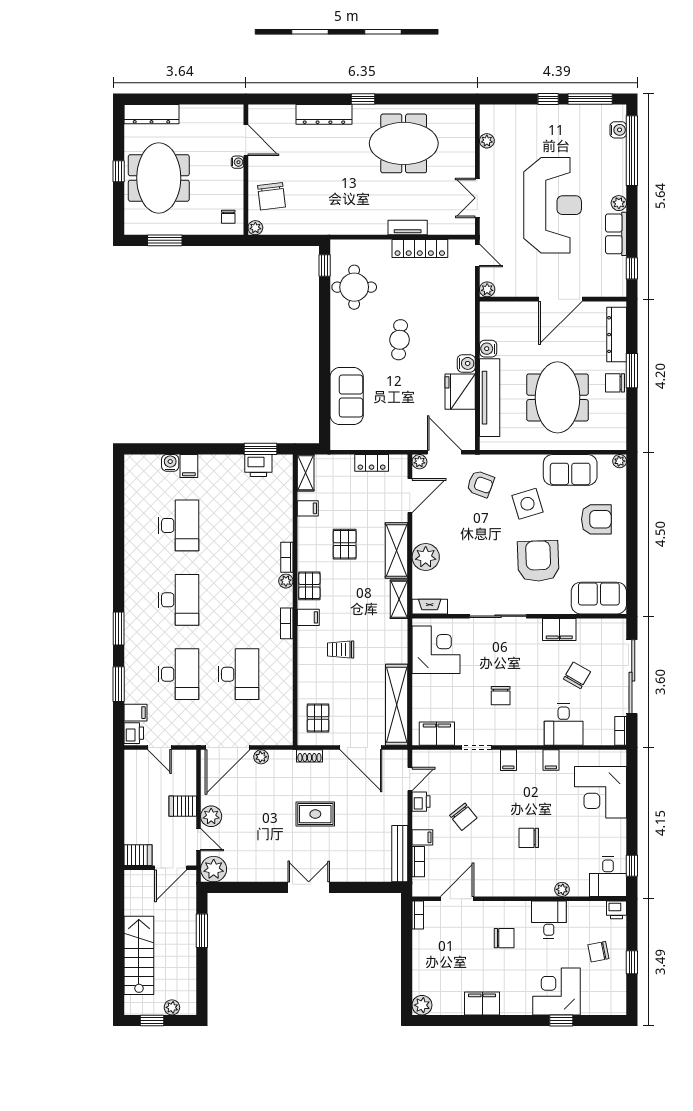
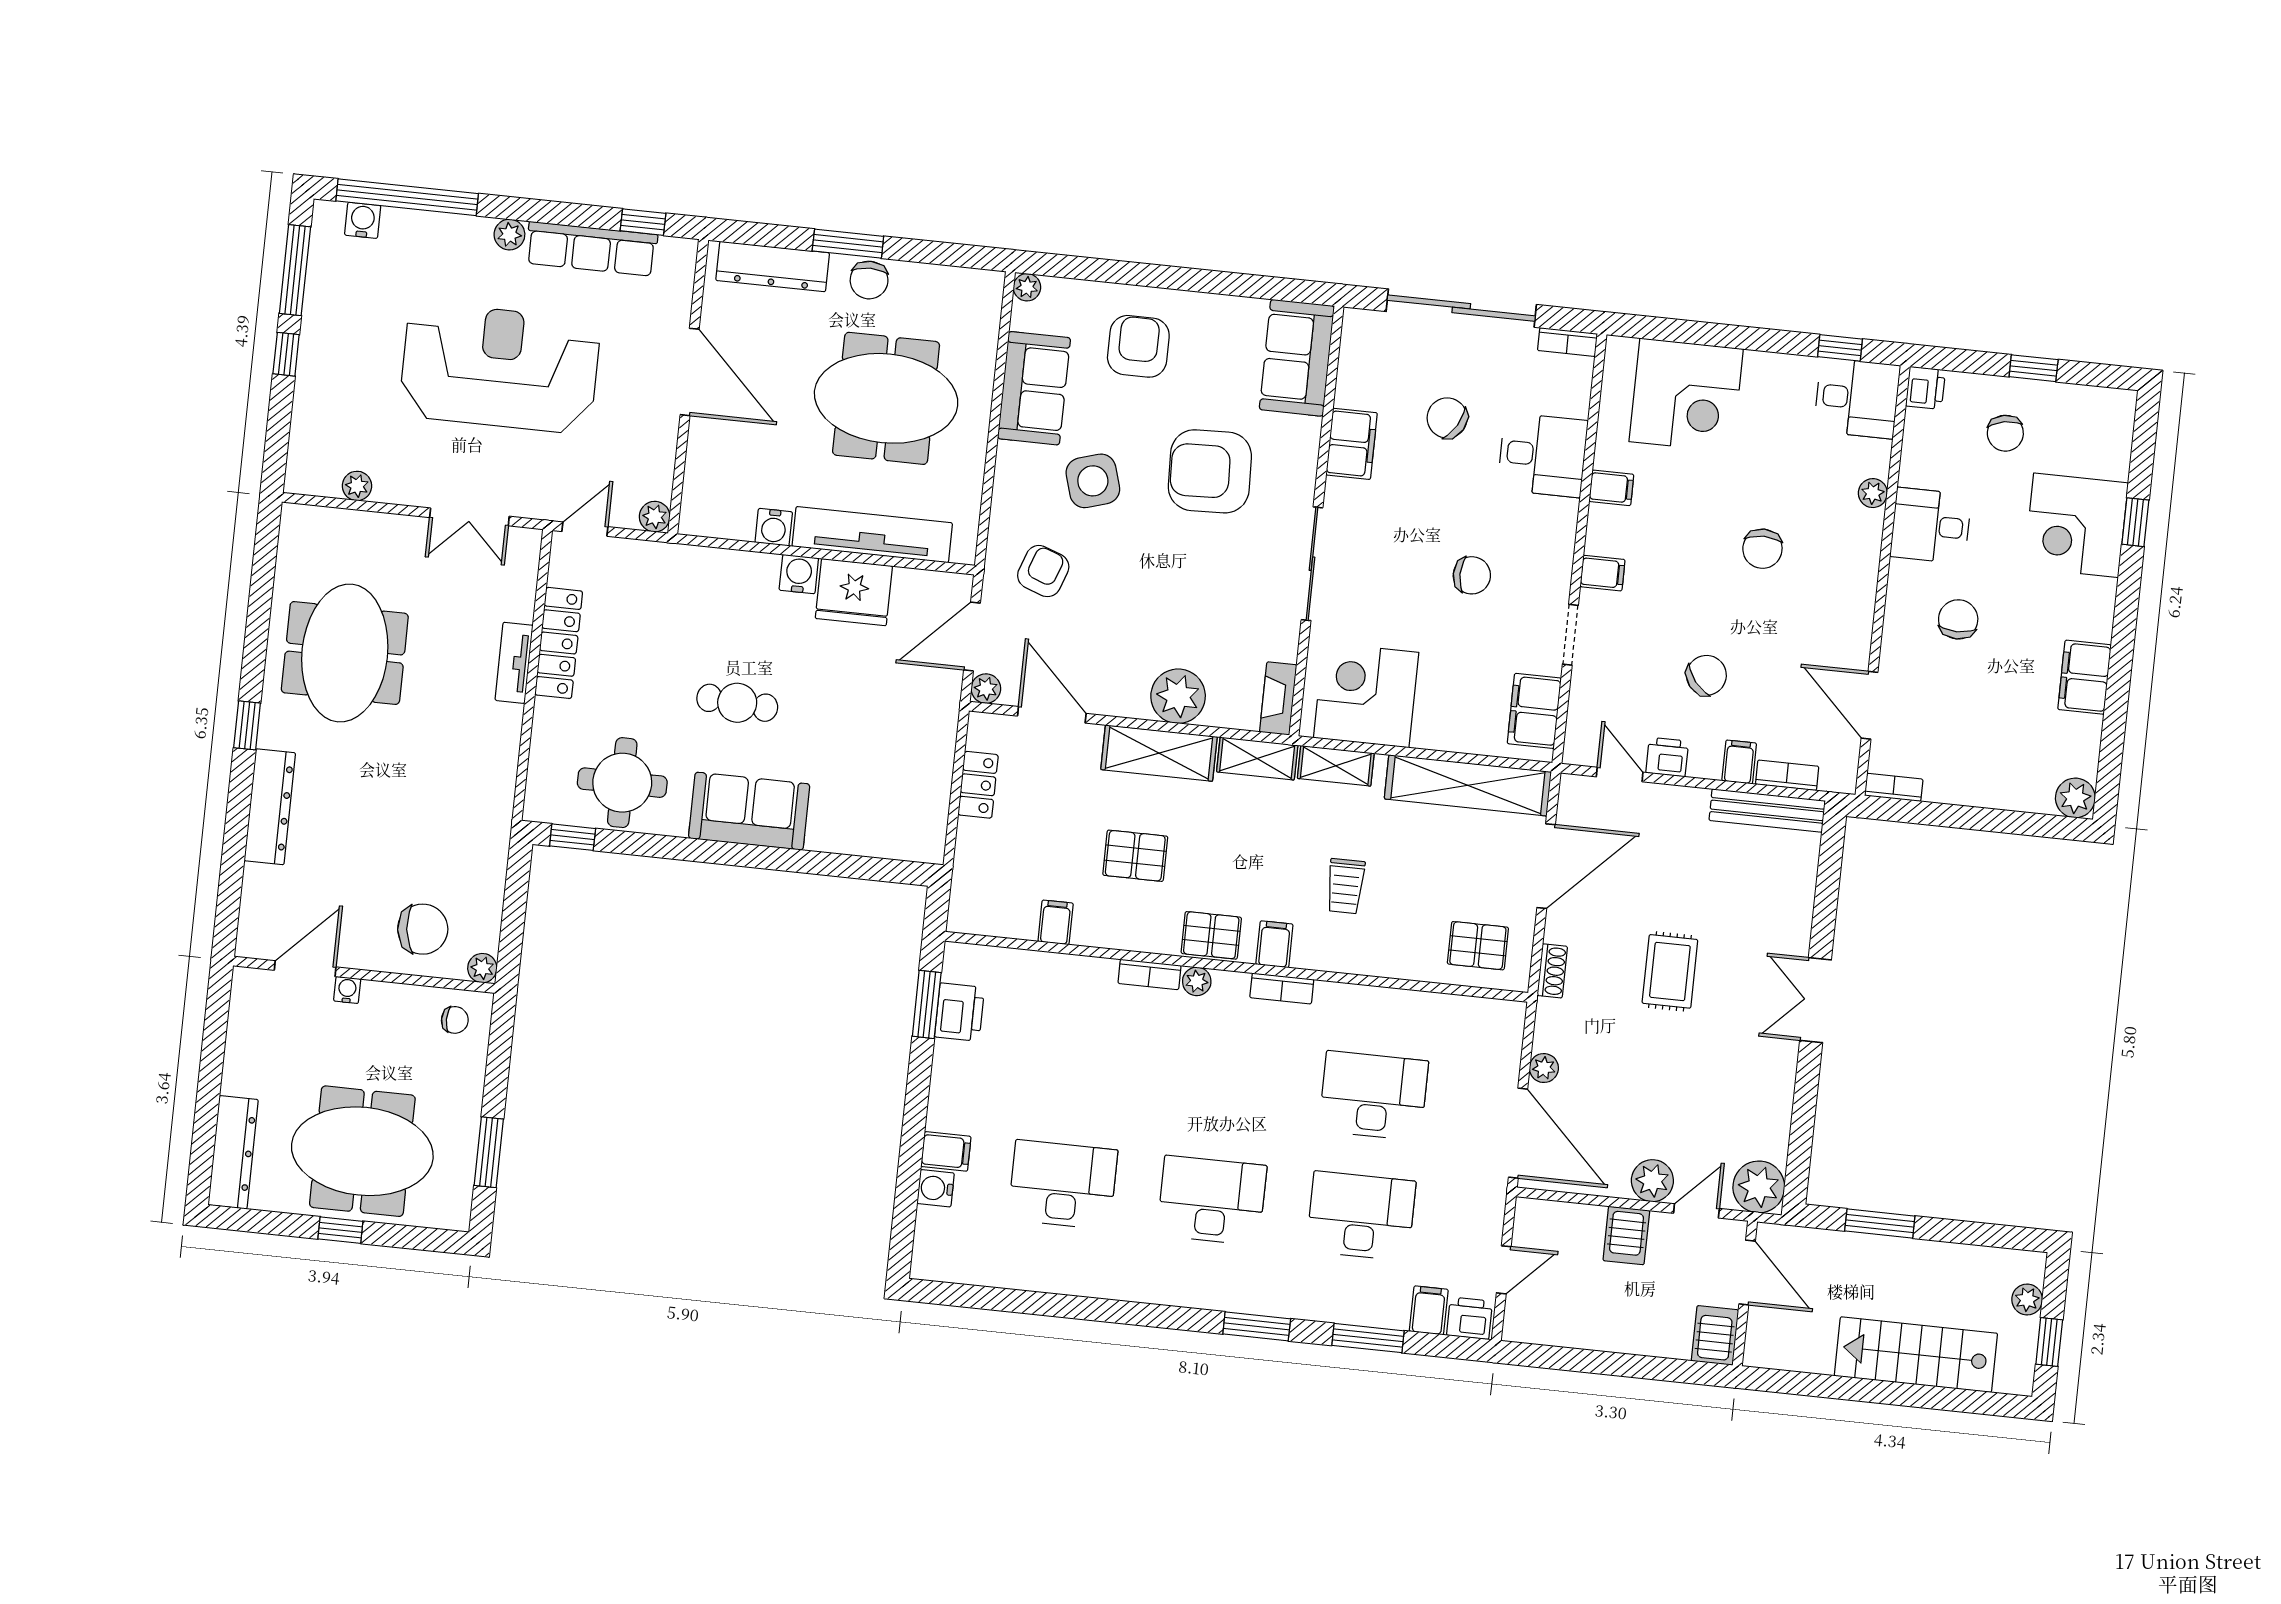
row of seats: (616, 234) -> (592, 249), width x1.48
sofa: (347, 396) -> (749, 811), moved
shelving: (306, 473) -> (1336, 766), moved

